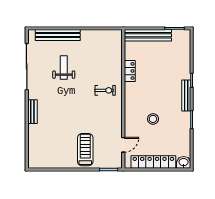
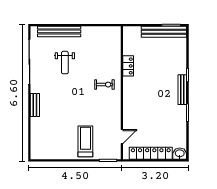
bench: (148, 35) -> (164, 32), moved
weight bench: (64, 67) -> (65, 63), turned 180
stool: (153, 119) -> (150, 112), removed

